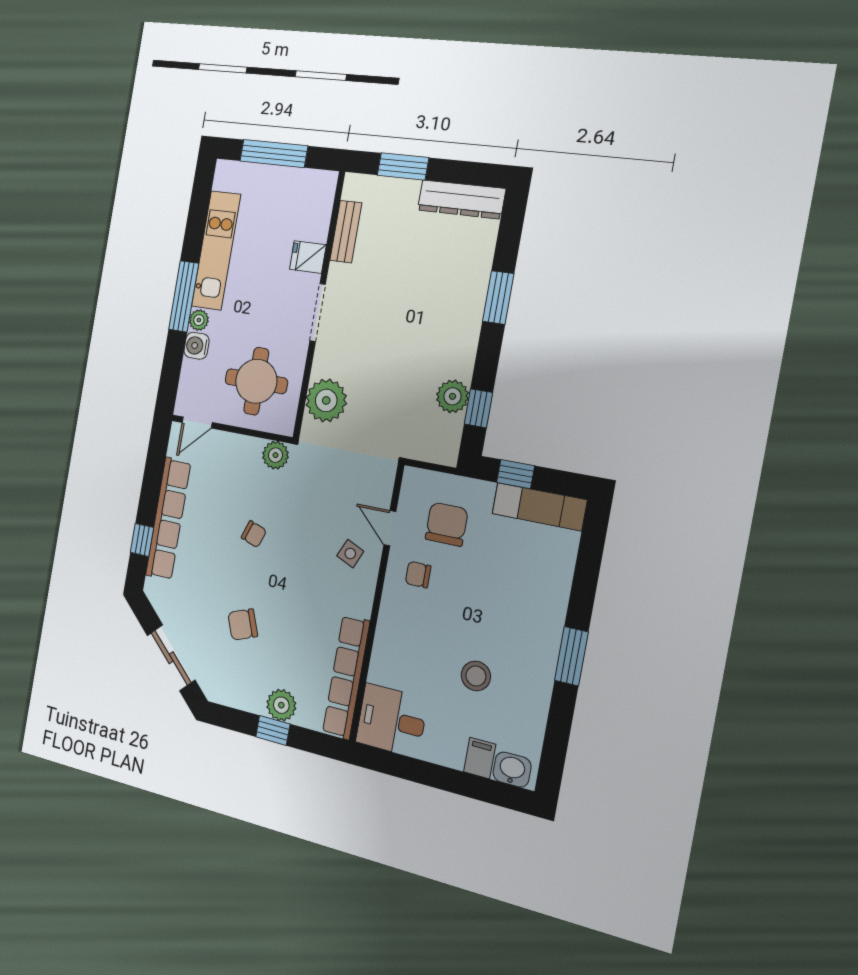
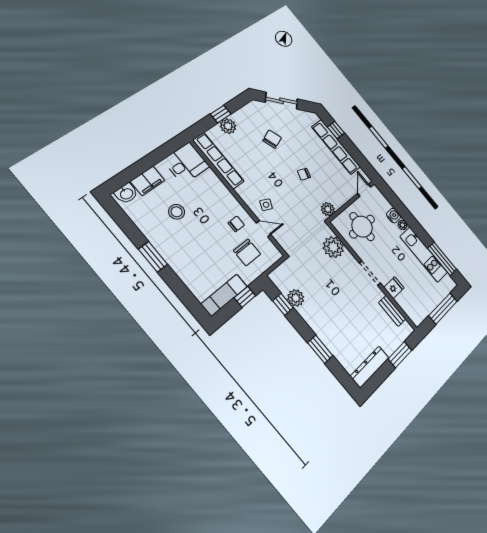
window: (184, 296) -> (442, 259), moved
filing cabinet: (480, 758) -> (148, 181), width x2.00

